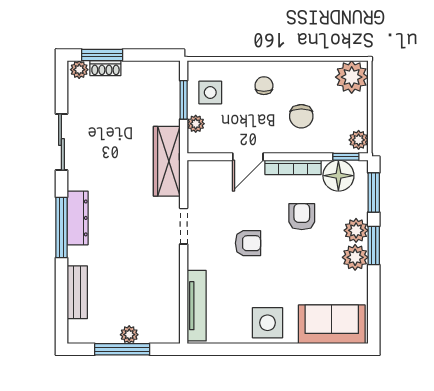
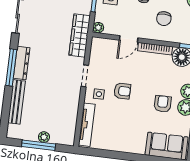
plant: (196, 124) -> (98, 28), moved
armchair: (302, 217) -> (163, 104), moved
bench: (77, 292) -> (17, 102), width x1.36
side table: (268, 323) -> (99, 94), moved, width x0.54, depth x0.54

